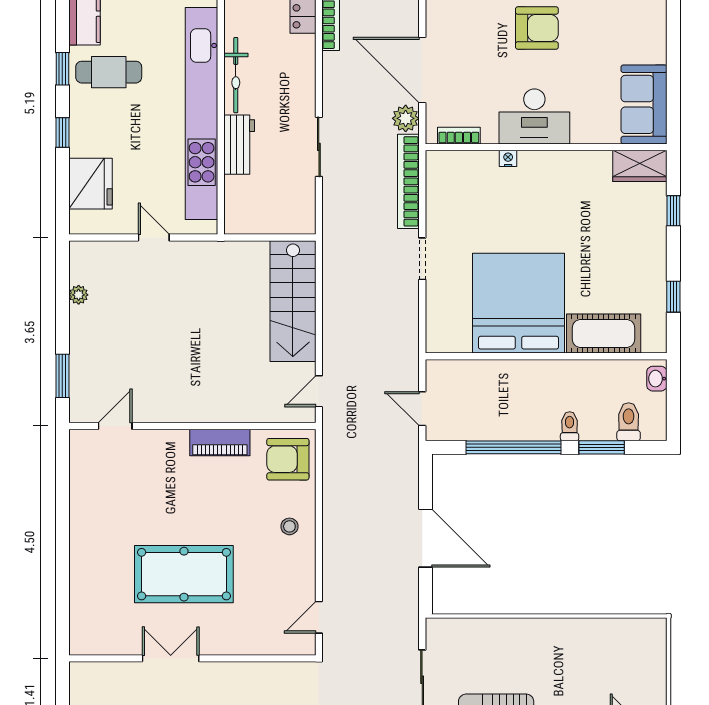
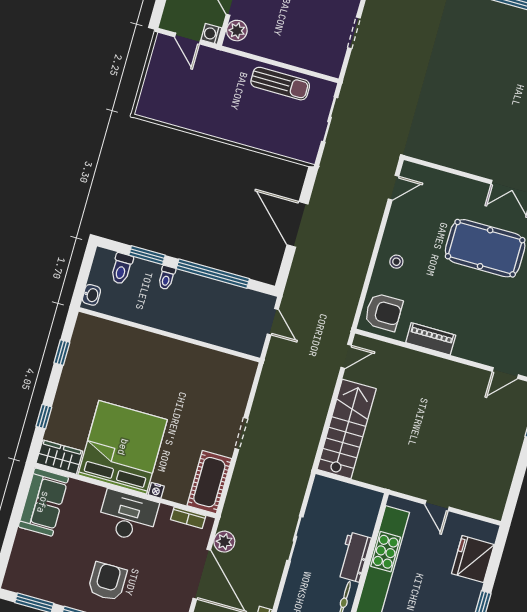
armchair: (537, 28) -> (107, 582), turned 90
bookcase: (408, 181) -> (235, 494), removed
plant: (79, 295) -> (505, 479), removed
bed: (518, 303) -> (123, 447), moved, turned 180
cot: (604, 333) -> (209, 482), moved, turned 90

